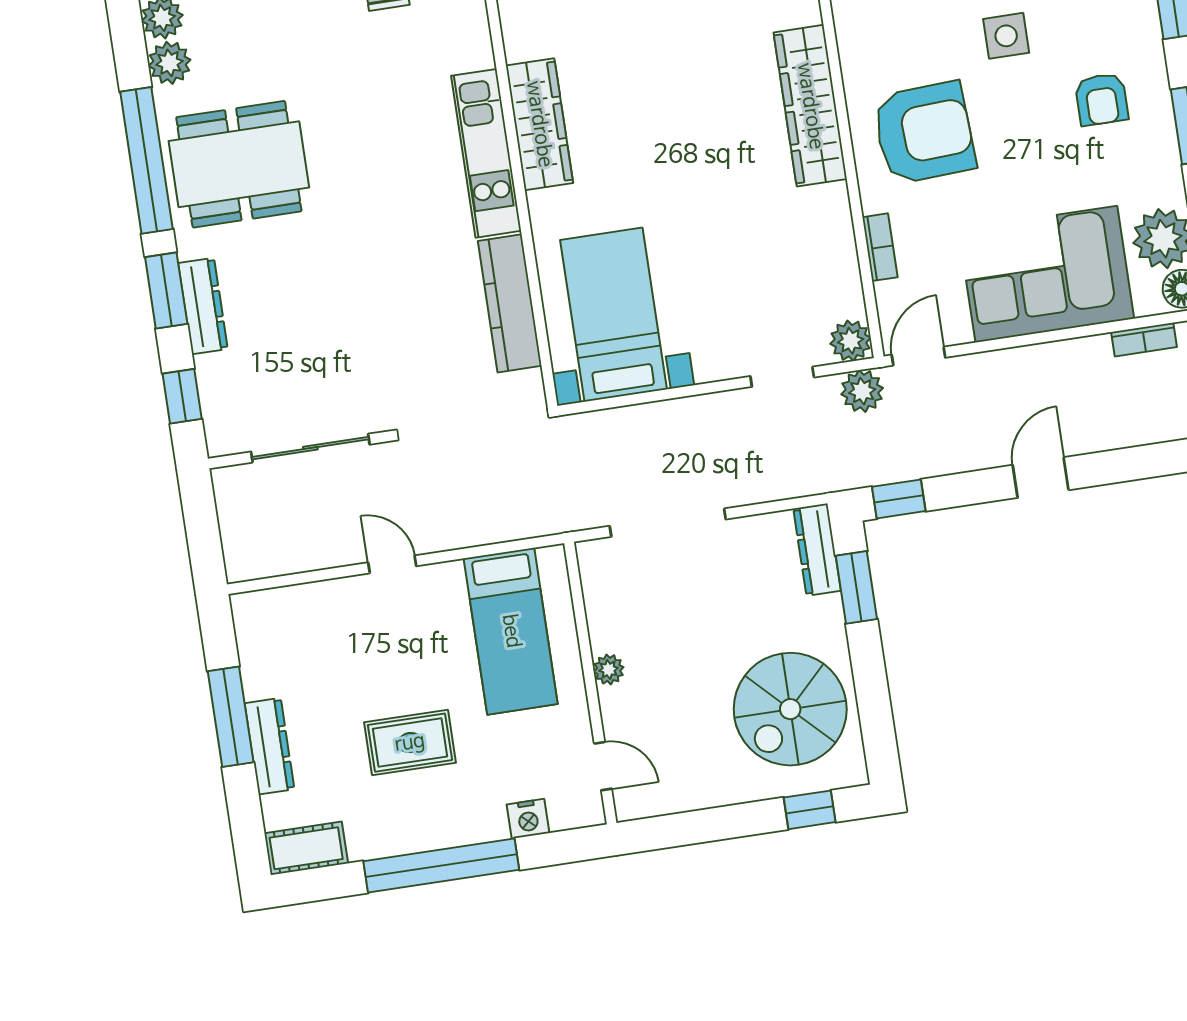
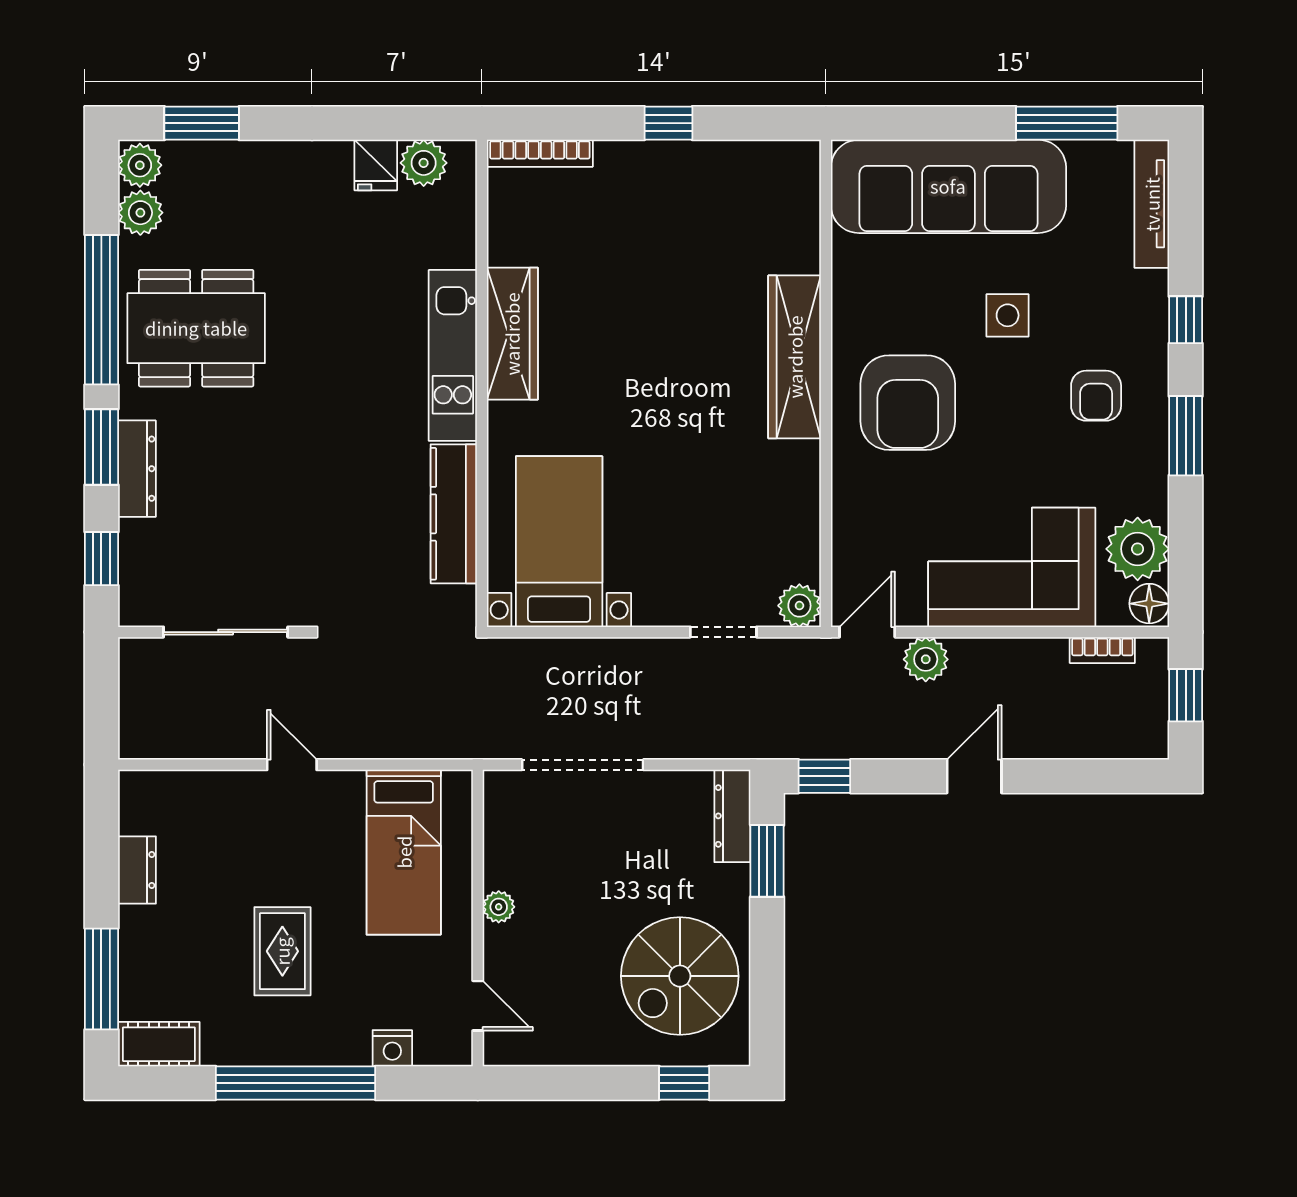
armchair: (924, 133) -> (908, 403), turned 93
bookcase: (880, 247) -> (844, 514), removed
plant: (862, 391) -> (926, 659), moved
window: (231, 717) -> (101, 979), moved
rug: (410, 743) -> (282, 951), turned 90
dresser: (270, 746) -> (137, 870), moved, width x0.70

